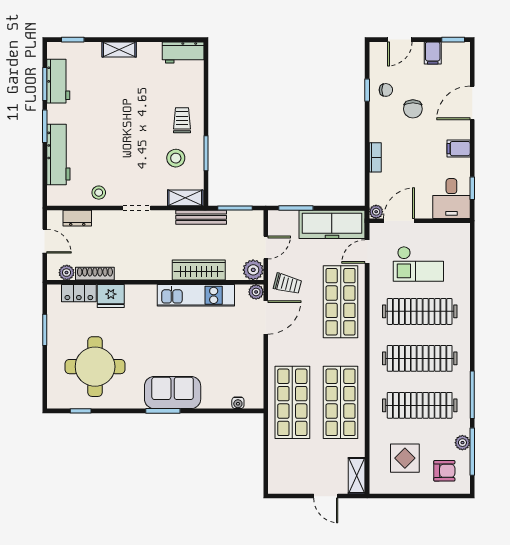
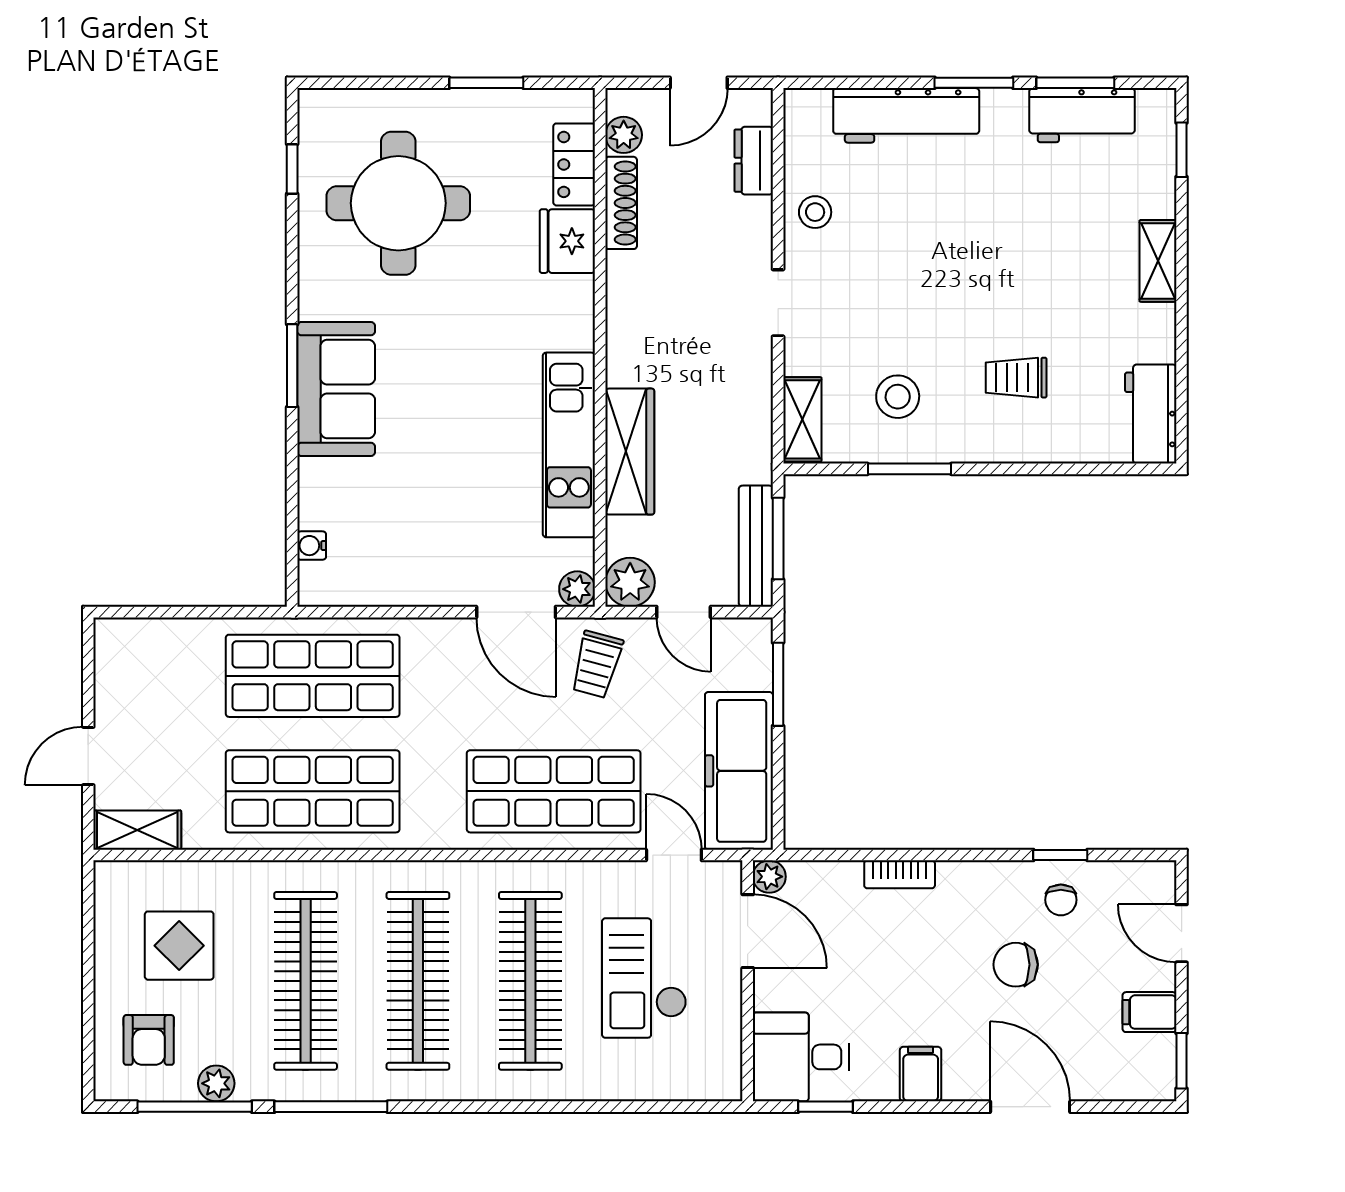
trolley: (182, 120) -> (1016, 378), moved, turned 180
bench: (201, 217) -> (756, 546), moved

